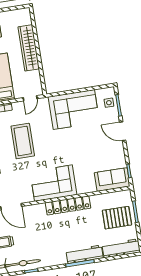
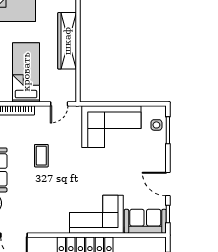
door: (123, 131) -> (168, 184), moved
coffee table: (23, 141) -> (41, 156), width x0.54, depth x0.58
corner sofa: (53, 183) -> (96, 214), moved

